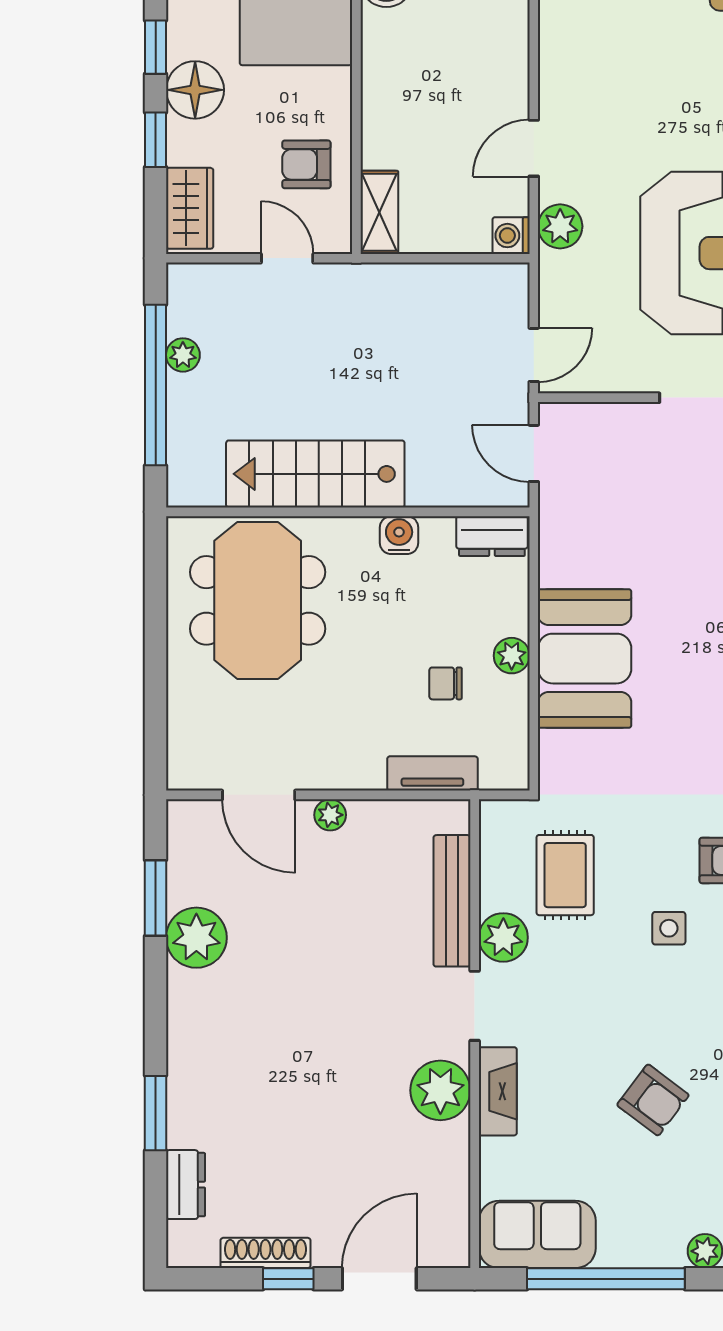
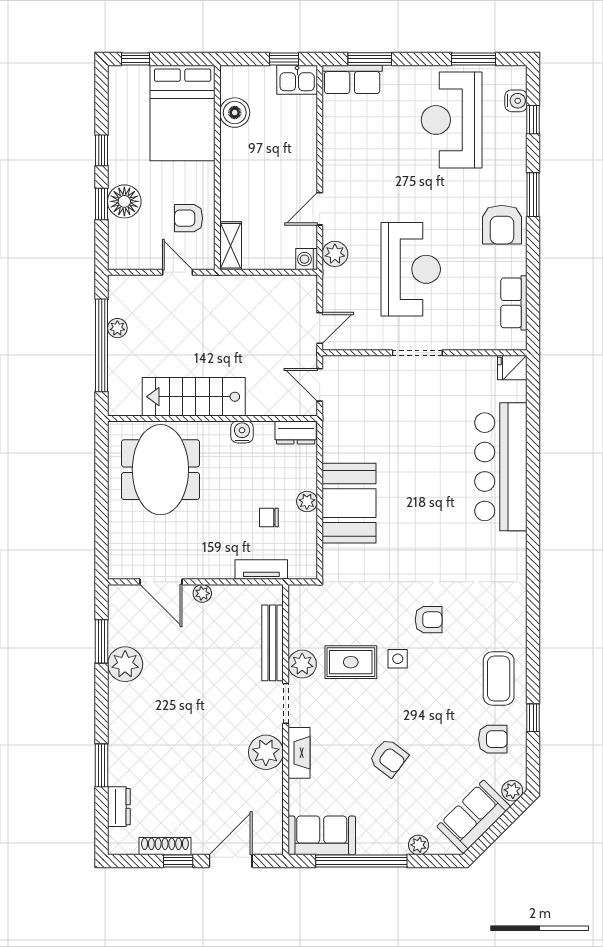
floor lamp: (195, 90) -> (124, 201), moved
wardrobe: (190, 208) -> (121, 243), removed
rug: (565, 875) -> (351, 662), moved, turned 90

